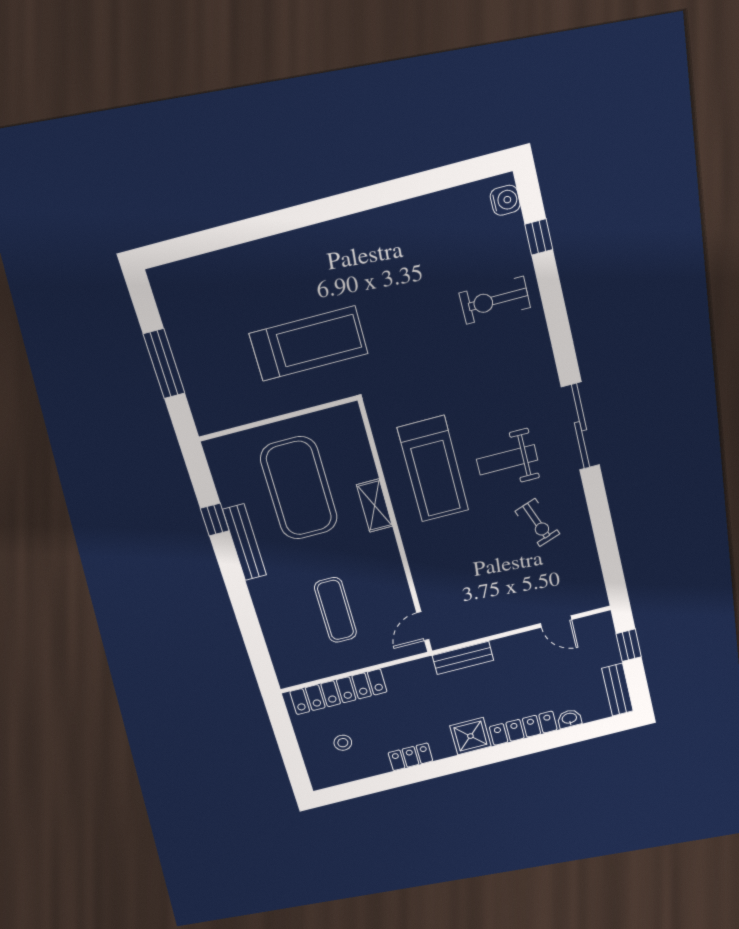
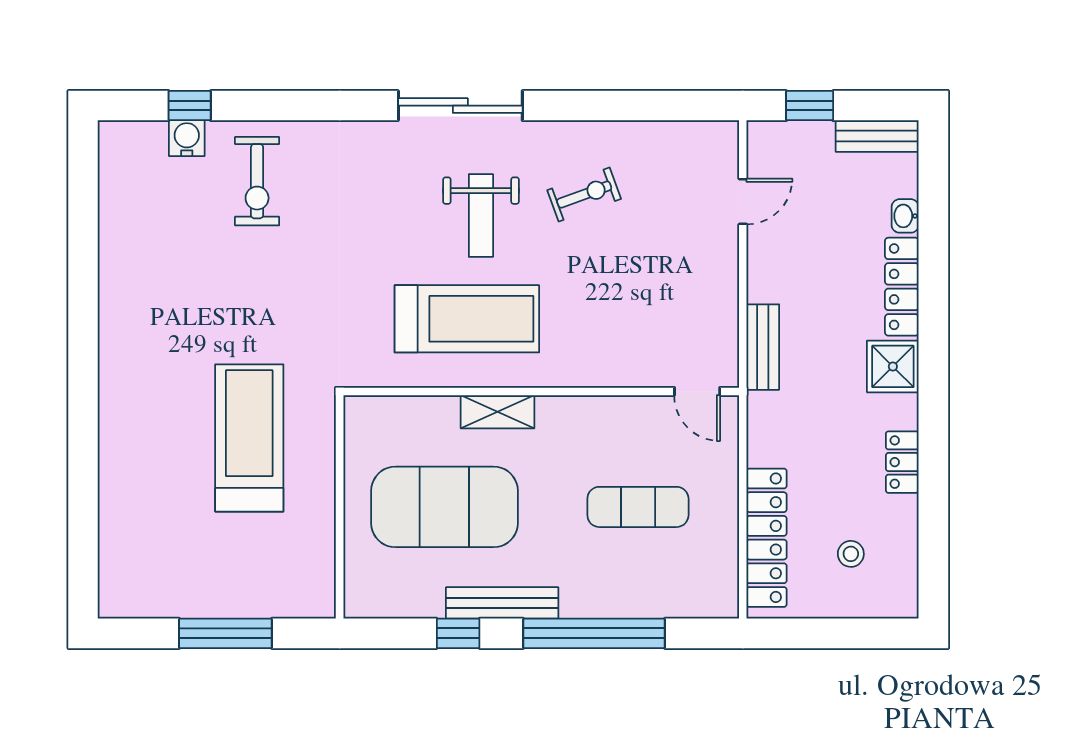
water cooler: (505, 200) -> (187, 138), moved
window: (243, 605) -> (594, 633), added

